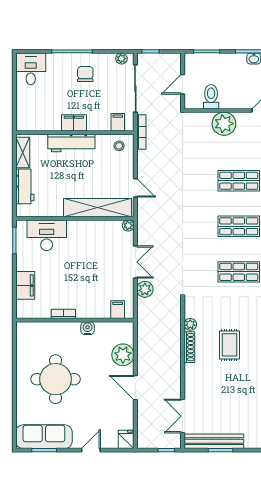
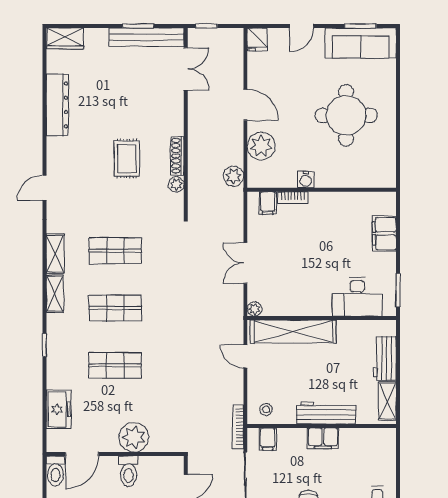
toilet: (211, 97) -> (129, 471), moved
plant: (145, 289) -> (233, 176), moved
bookcase: (63, 314) -> (293, 198), moved

